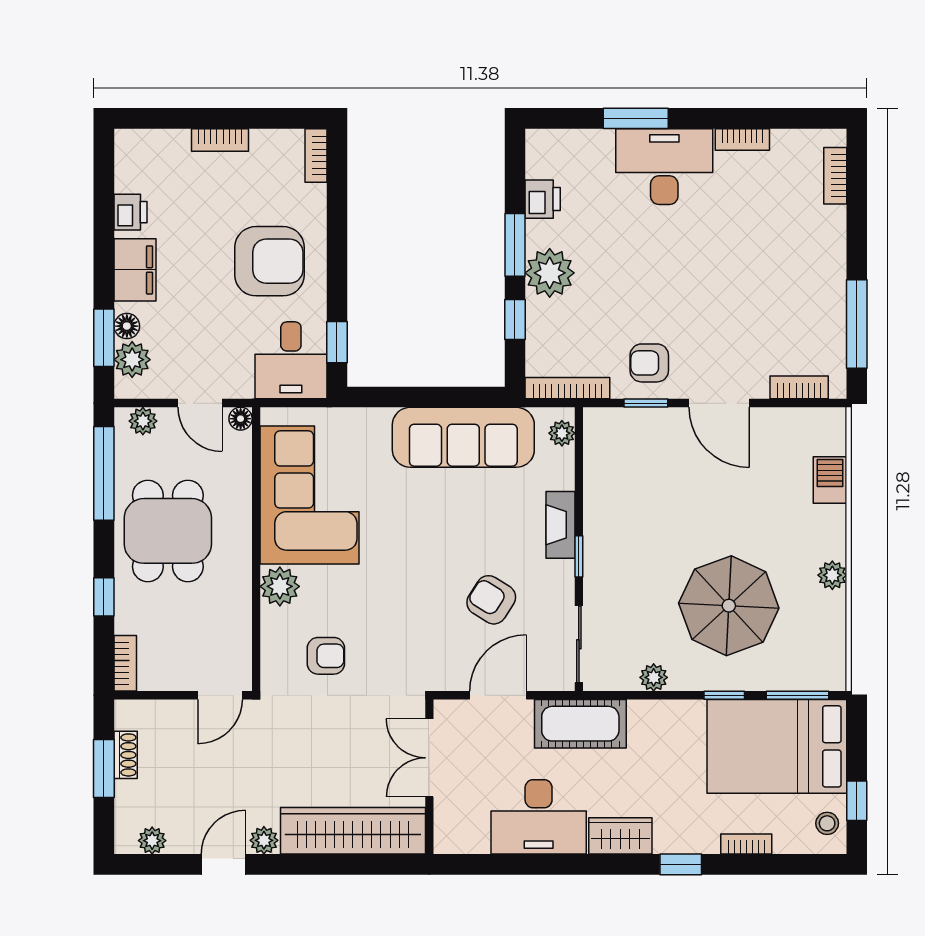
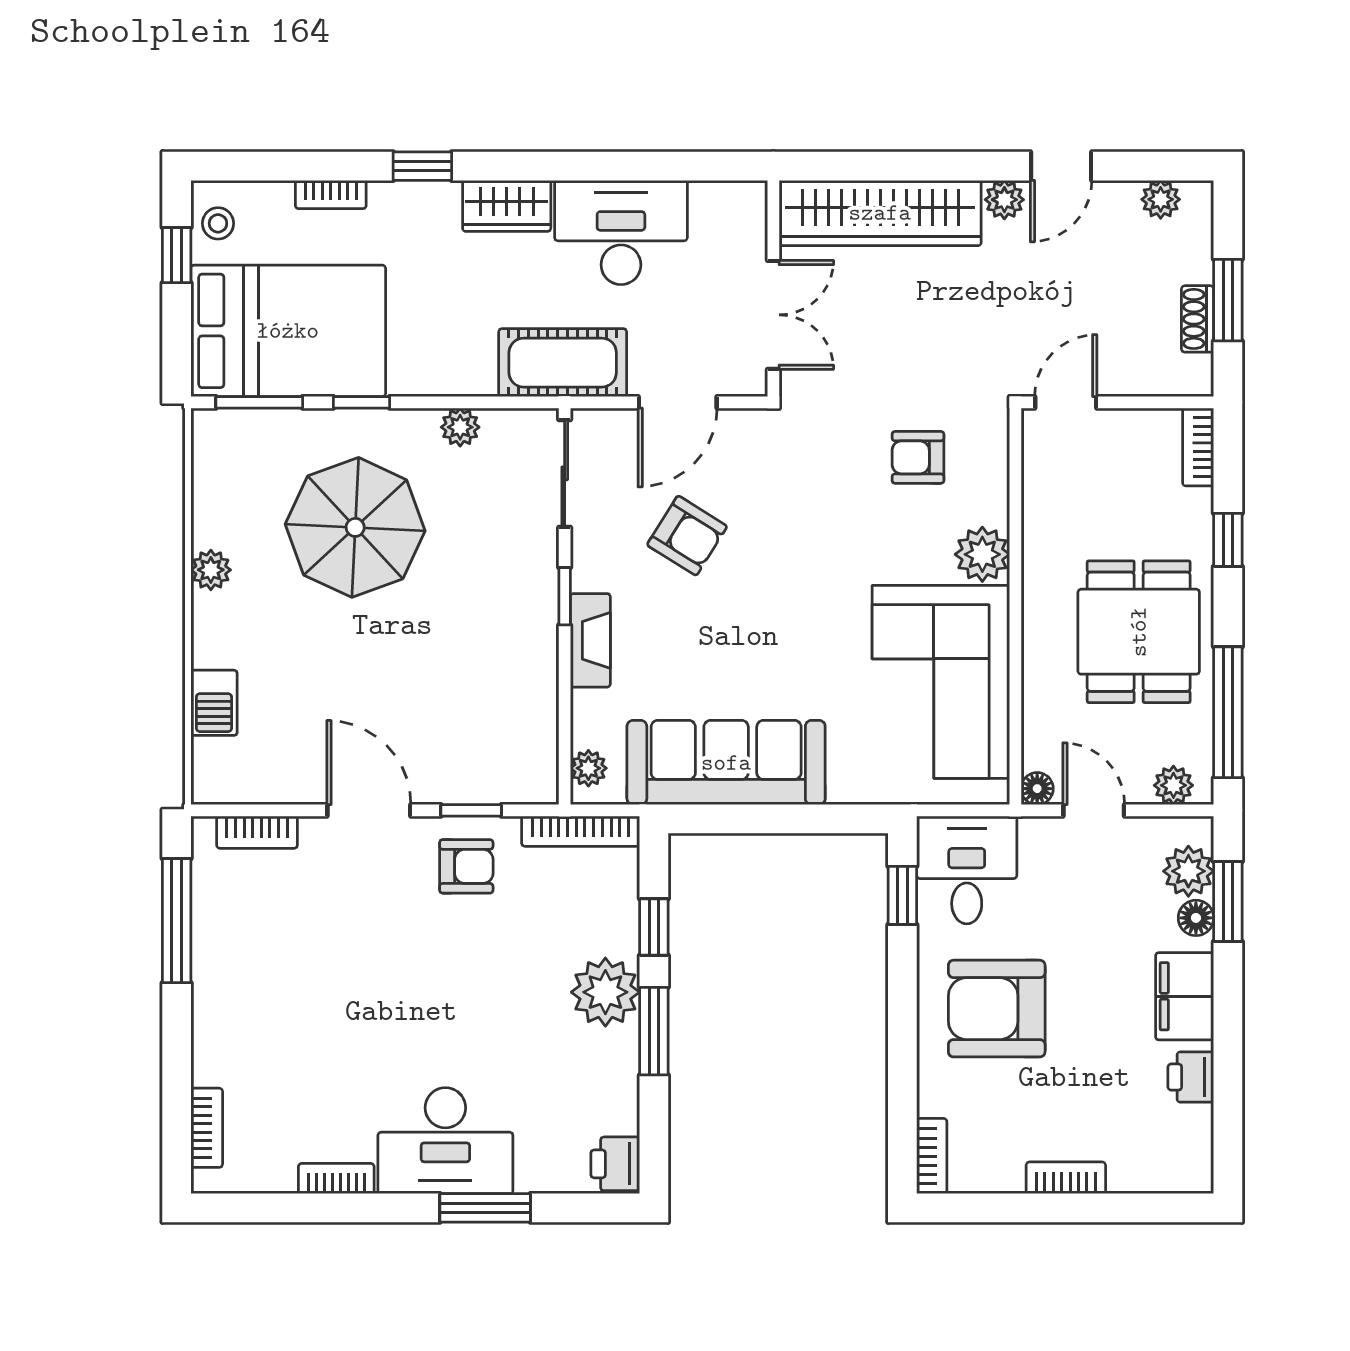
printer: (543, 199) -> (615, 1164), moved

